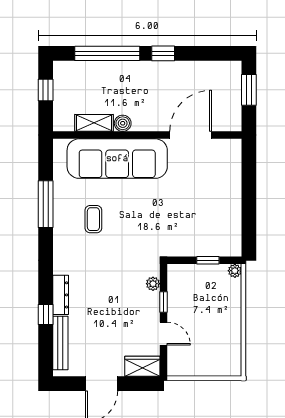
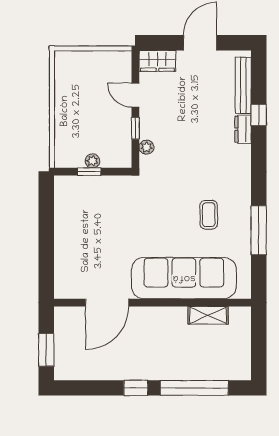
window: (46, 90) -> (259, 350), removed
boiler: (123, 123) -> (178, 315), removed
plant: (235, 271) -> (92, 161), moved
dresser: (61, 295) -> (243, 129), width x0.70

